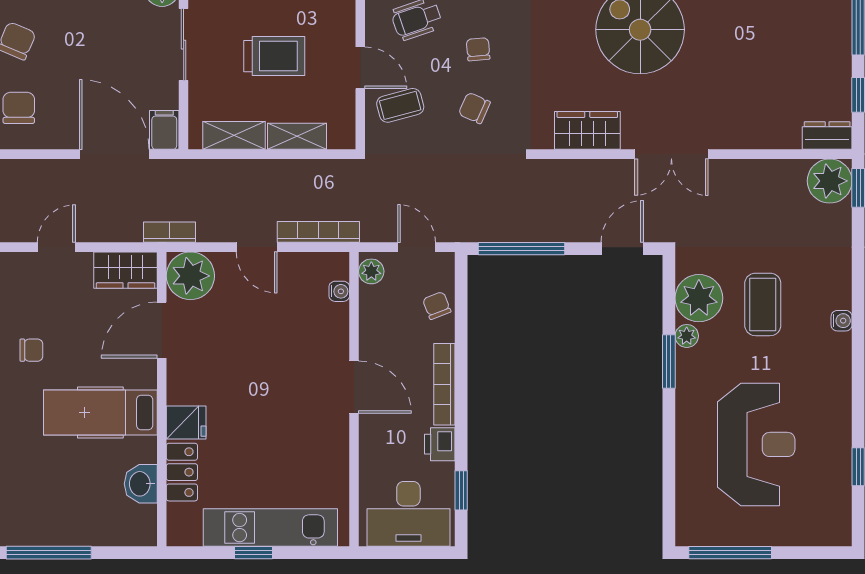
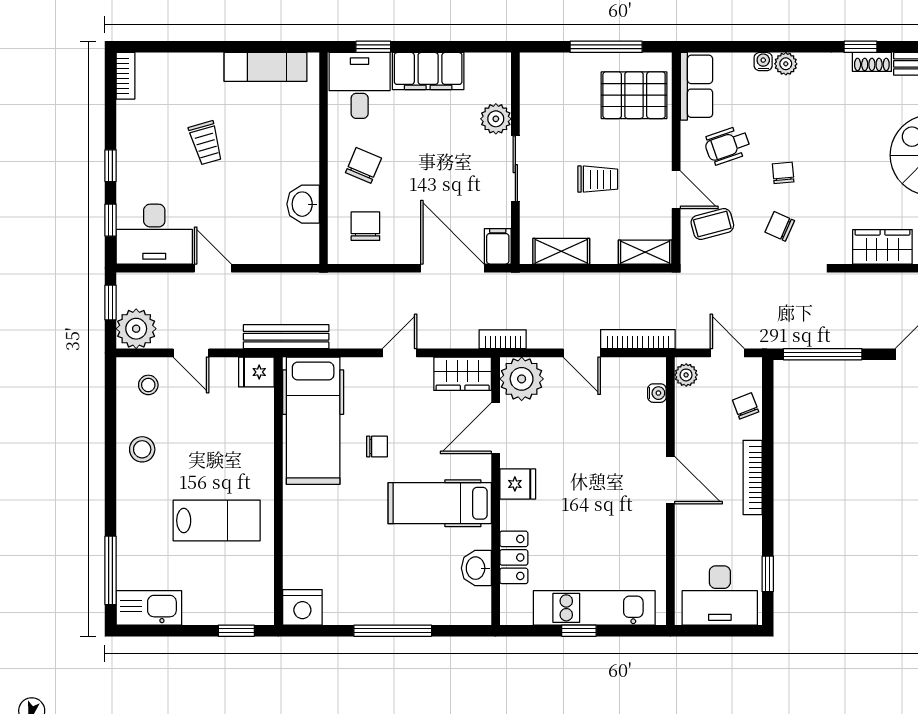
trolley: (274, 56) -> (598, 179), width x0.73, depth x0.72
shelving: (297, 136) -> (645, 252), moved
fridge: (186, 423) -> (518, 484), moved
printer: (440, 444) -> (748, 532), removed

